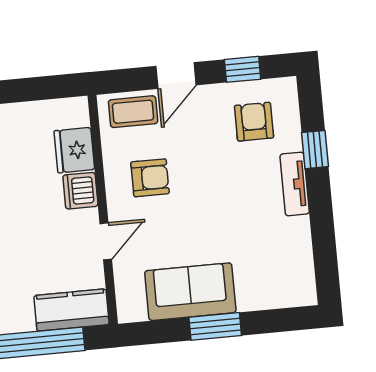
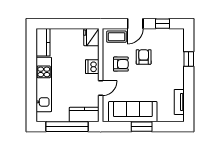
armchair: (254, 122) -> (144, 57), moved
fridge: (74, 150) -> (91, 37), moved
tv unit: (295, 184) -> (179, 102), moved
sofa: (190, 292) -> (133, 112), width x1.36

